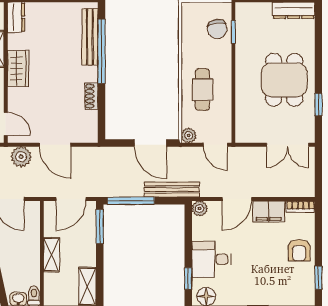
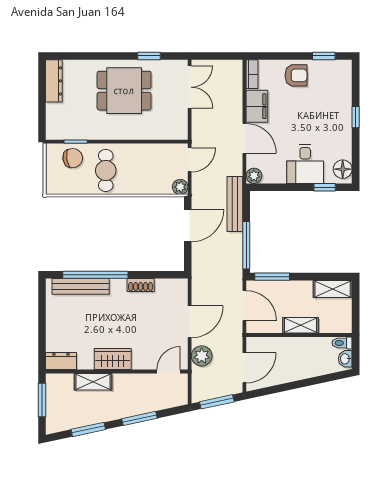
cafe table: (203, 90) -> (106, 170), moved, turned 90

